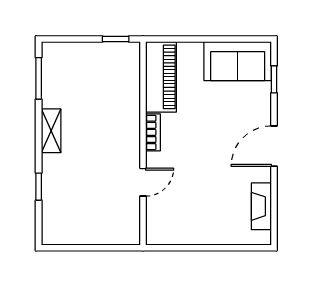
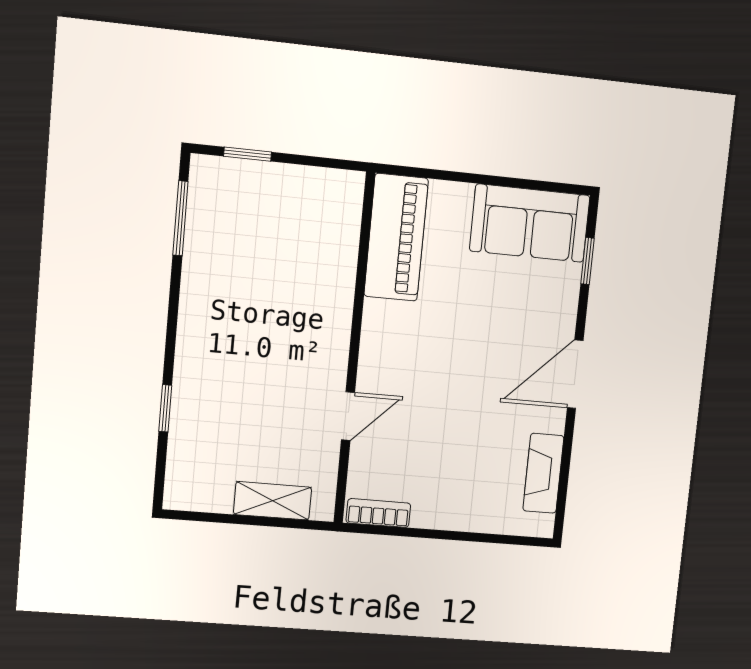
window: (116, 39) -> (248, 154), moved
shelving: (51, 131) -> (273, 501), moved, turned 90
bookcase: (153, 132) -> (378, 513), moved, turned -90

